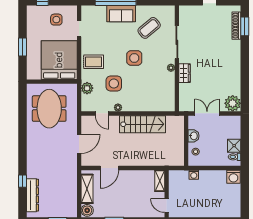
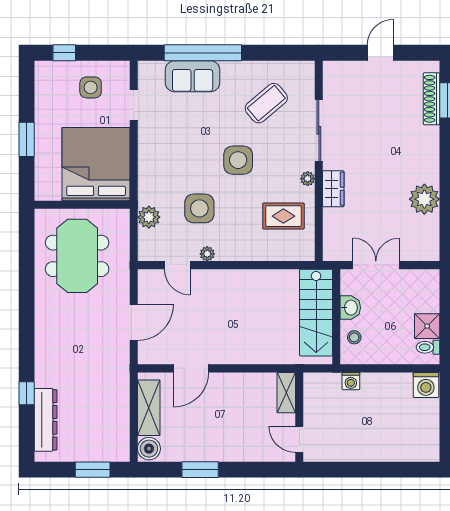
sofa: (121, 14) -> (193, 76), moved
rug: (94, 62) -> (283, 216), moved
plant: (233, 103) -> (424, 199), moved
stairs: (143, 124) -> (316, 313), moved, turned 90

